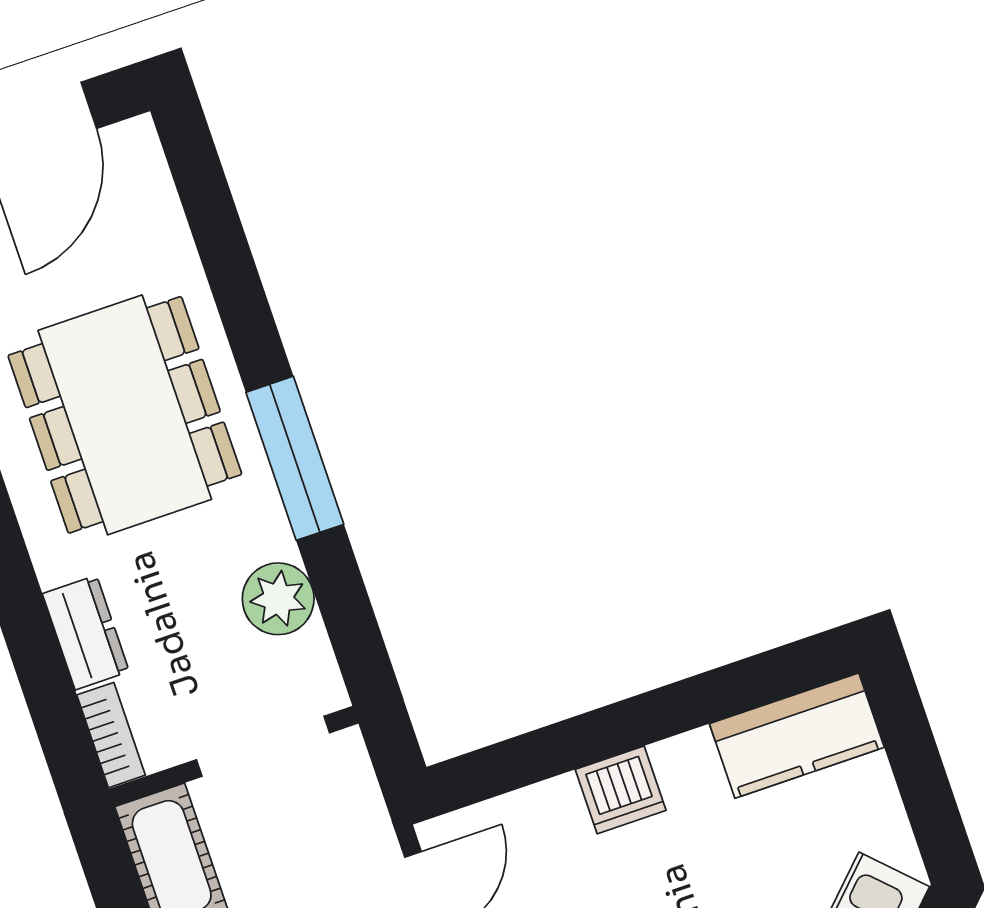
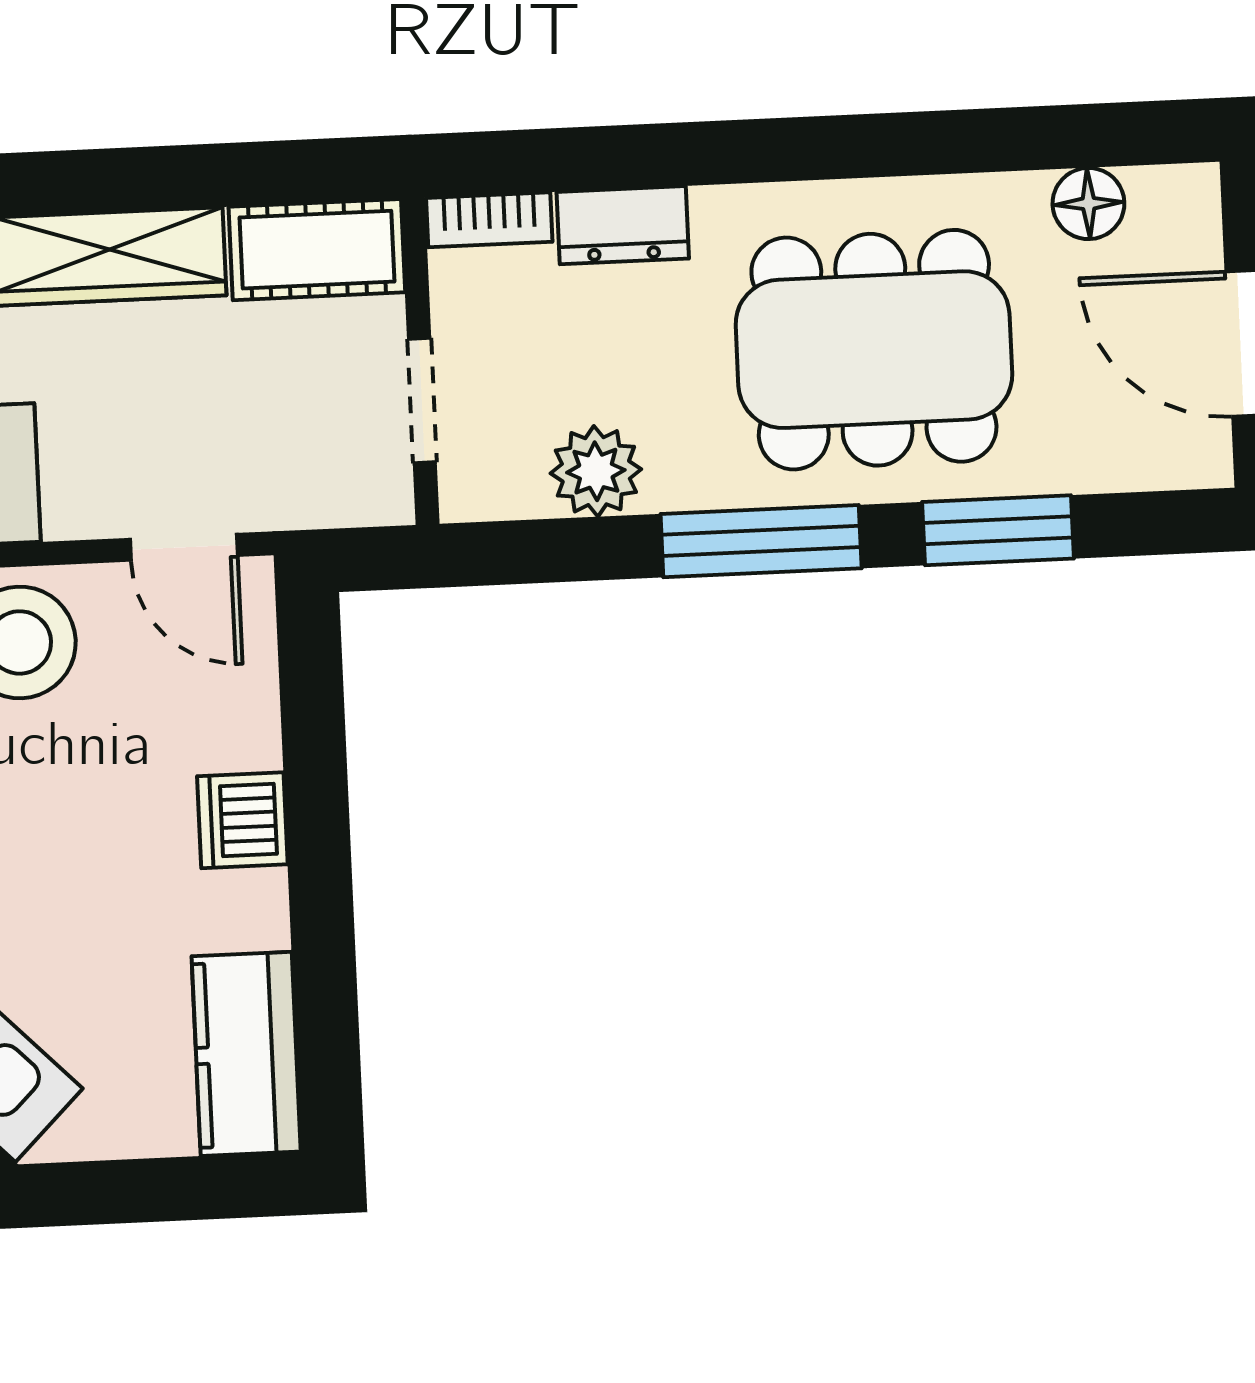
window: (234, 281) -> (998, 530), added
doorway: (263, 746) -> (422, 401), width x0.73

